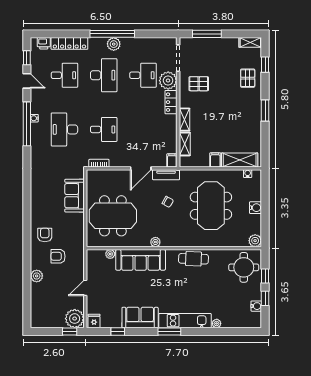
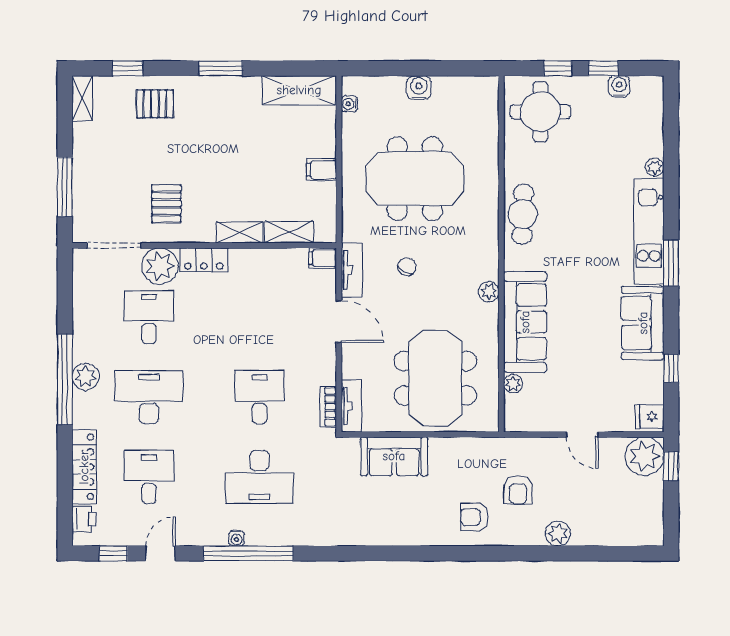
shelving: (240, 160) -> (299, 90), moved, turned 90
tv unit: (99, 175) -> (351, 406), added
plant: (255, 241) -> (486, 89), removed

